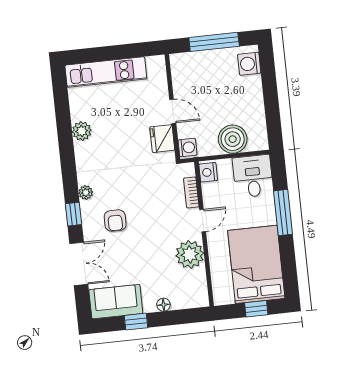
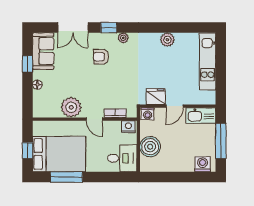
kitchen sink: (182, 73) -> (201, 116), added
window: (283, 213) -> (66, 177), moved

